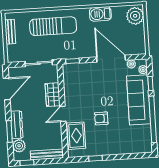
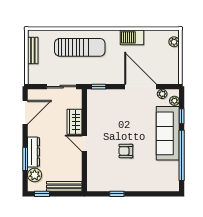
plant: (135, 16) -> (174, 42), width x0.53, depth x0.53
door: (63, 114) -> (84, 143), hinge flipped
rug: (76, 136) -> (98, 168), removed

